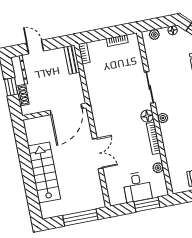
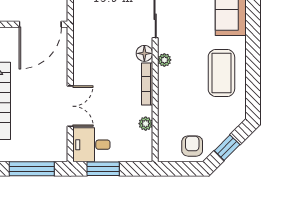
double door: (98, 153) -> (70, 106), moved
desk: (137, 187) -> (91, 145), moved, turned 90
window: (147, 204) -> (103, 169), moved

